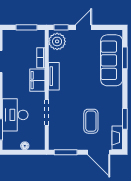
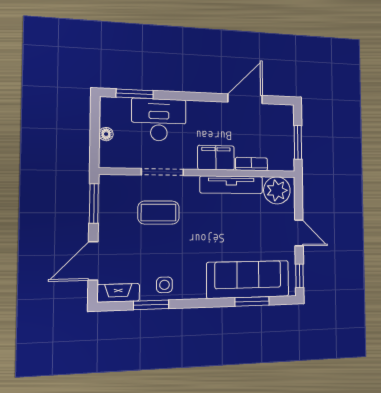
window: (61, 27) -> (299, 276), moved
tv unit: (54, 76) -> (231, 185), width x1.41
side table: (113, 111) -> (164, 285), added
coffee table: (91, 121) -> (159, 213), moved

